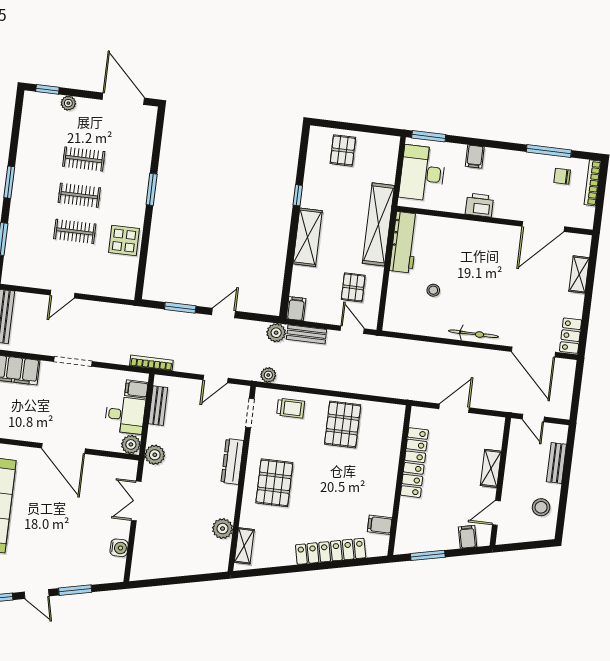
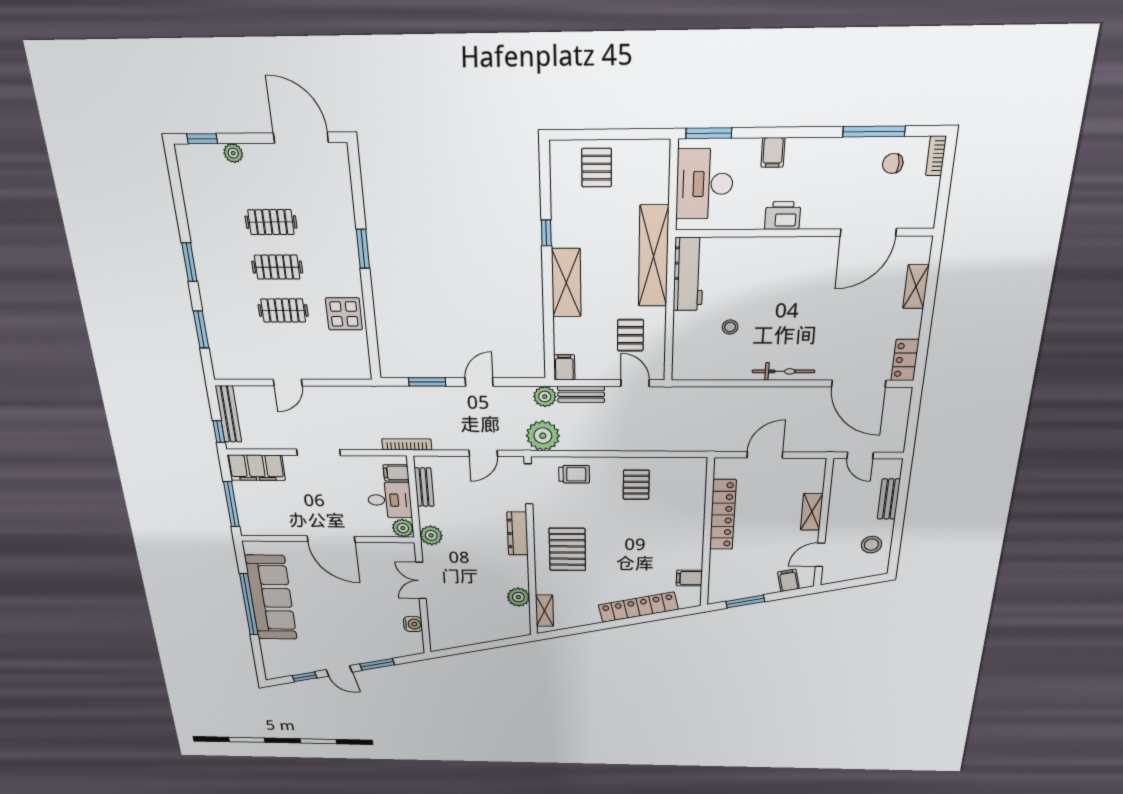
bookcase: (593, 183) -> (936, 156), width x0.64
plant: (268, 375) -> (543, 436), width x1.87, depth x1.87
doorway: (250, 413) -> (529, 484), width x1.38
pallet: (343, 424) -> (636, 485), width x0.67, depth x0.71

